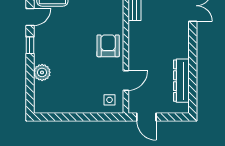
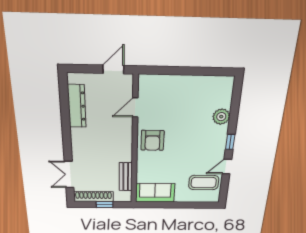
side table: (110, 100) -> (153, 88), removed
door: (146, 117) -> (113, 69), hinge flipped

